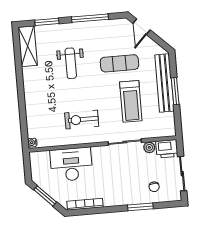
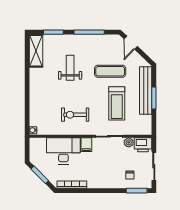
weight bench: (71, 63) -> (70, 68), turned 180
filing cabinet: (98, 155) -> (86, 145), added
window: (140, 207) -> (137, 191), moved

